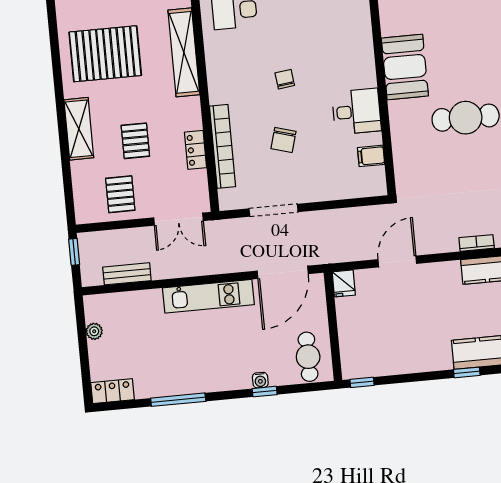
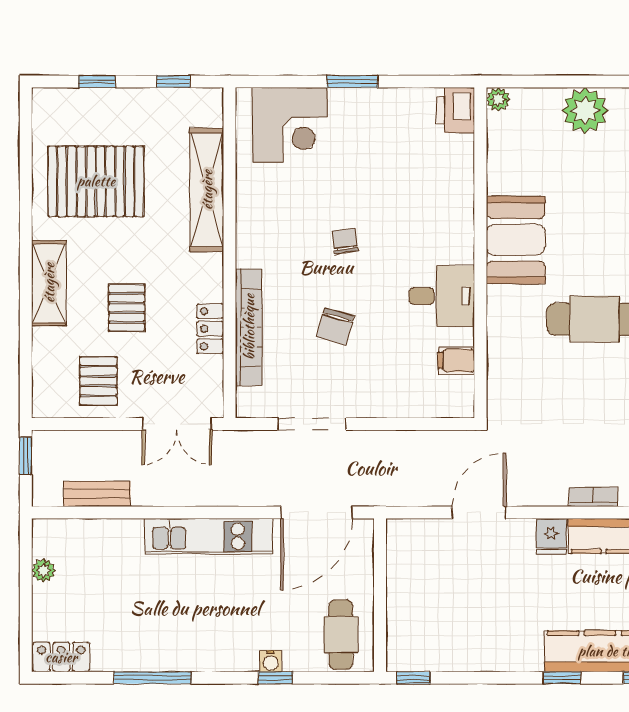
fridge: (344, 283) -> (551, 536), moved

